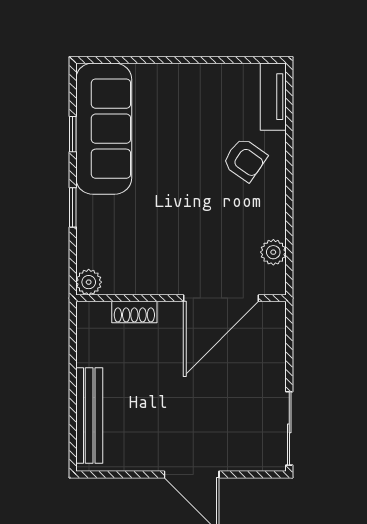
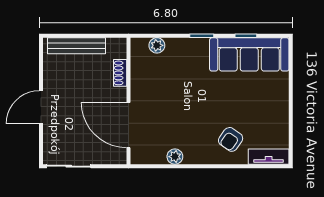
wall: (181, 298) -> (129, 101), moved
door: (221, 298) -> (129, 125), moved
shoe rack: (134, 312) -> (120, 73), moved

